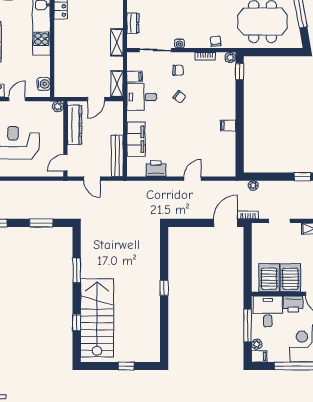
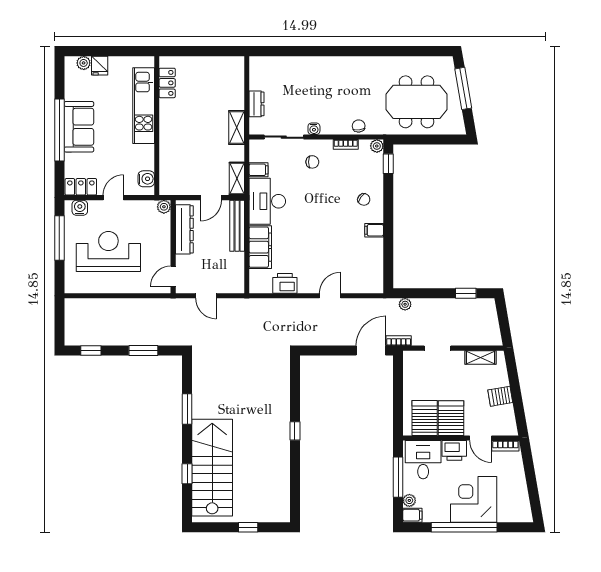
desk: (142, 97) -> (267, 201), width x1.37
chair: (179, 97) -> (364, 199), moved
bench: (117, 156) -> (237, 226), moved

